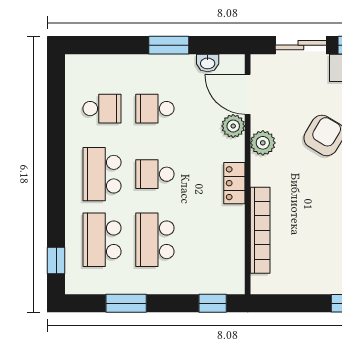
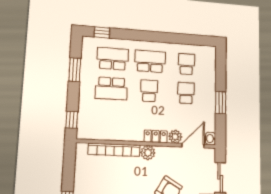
washbasin: (208, 63) -> (211, 139), moved
school desk: (102, 109) -> (186, 64), turned 180
plant: (263, 143) -> (148, 153), moved
locker: (234, 183) -> (156, 136), moved
school desk: (155, 240) -> (111, 88), turned 180

